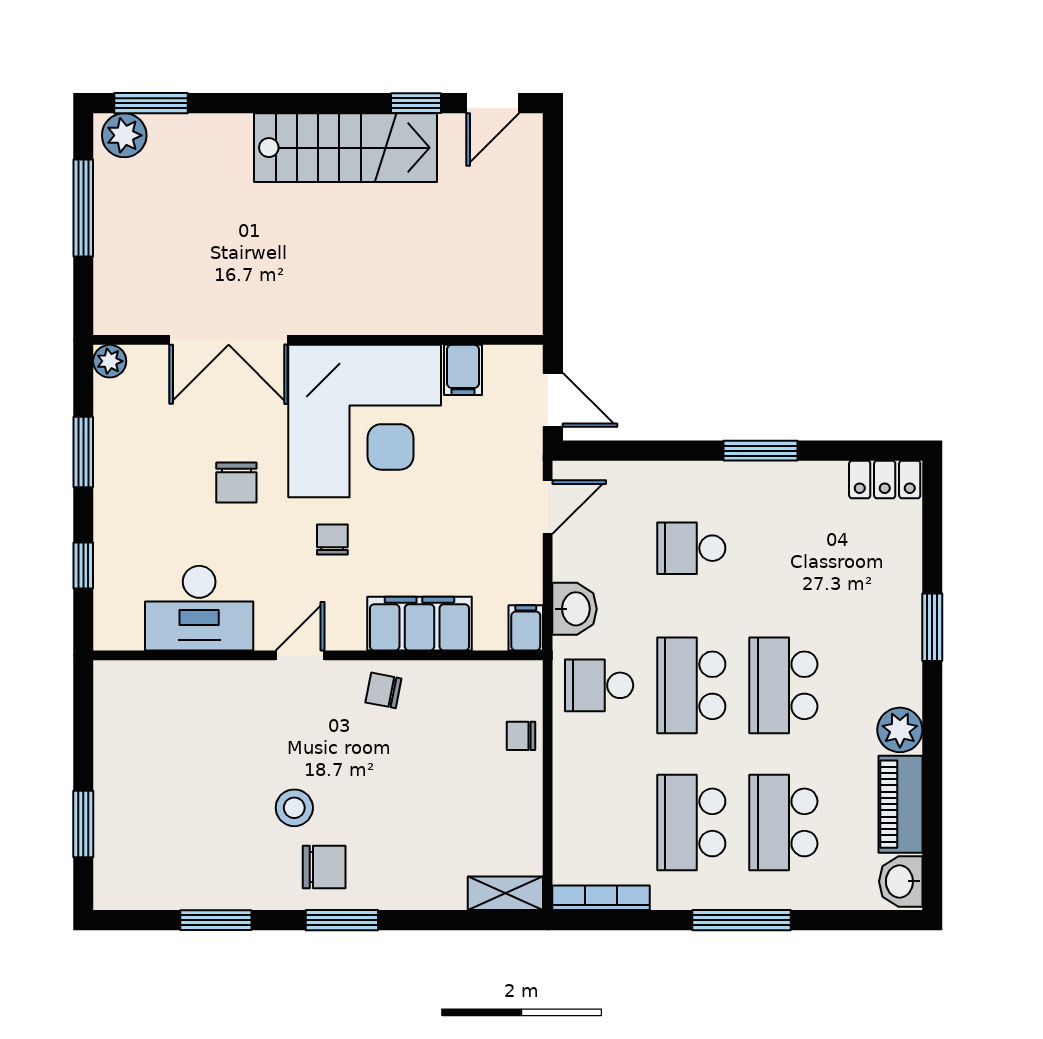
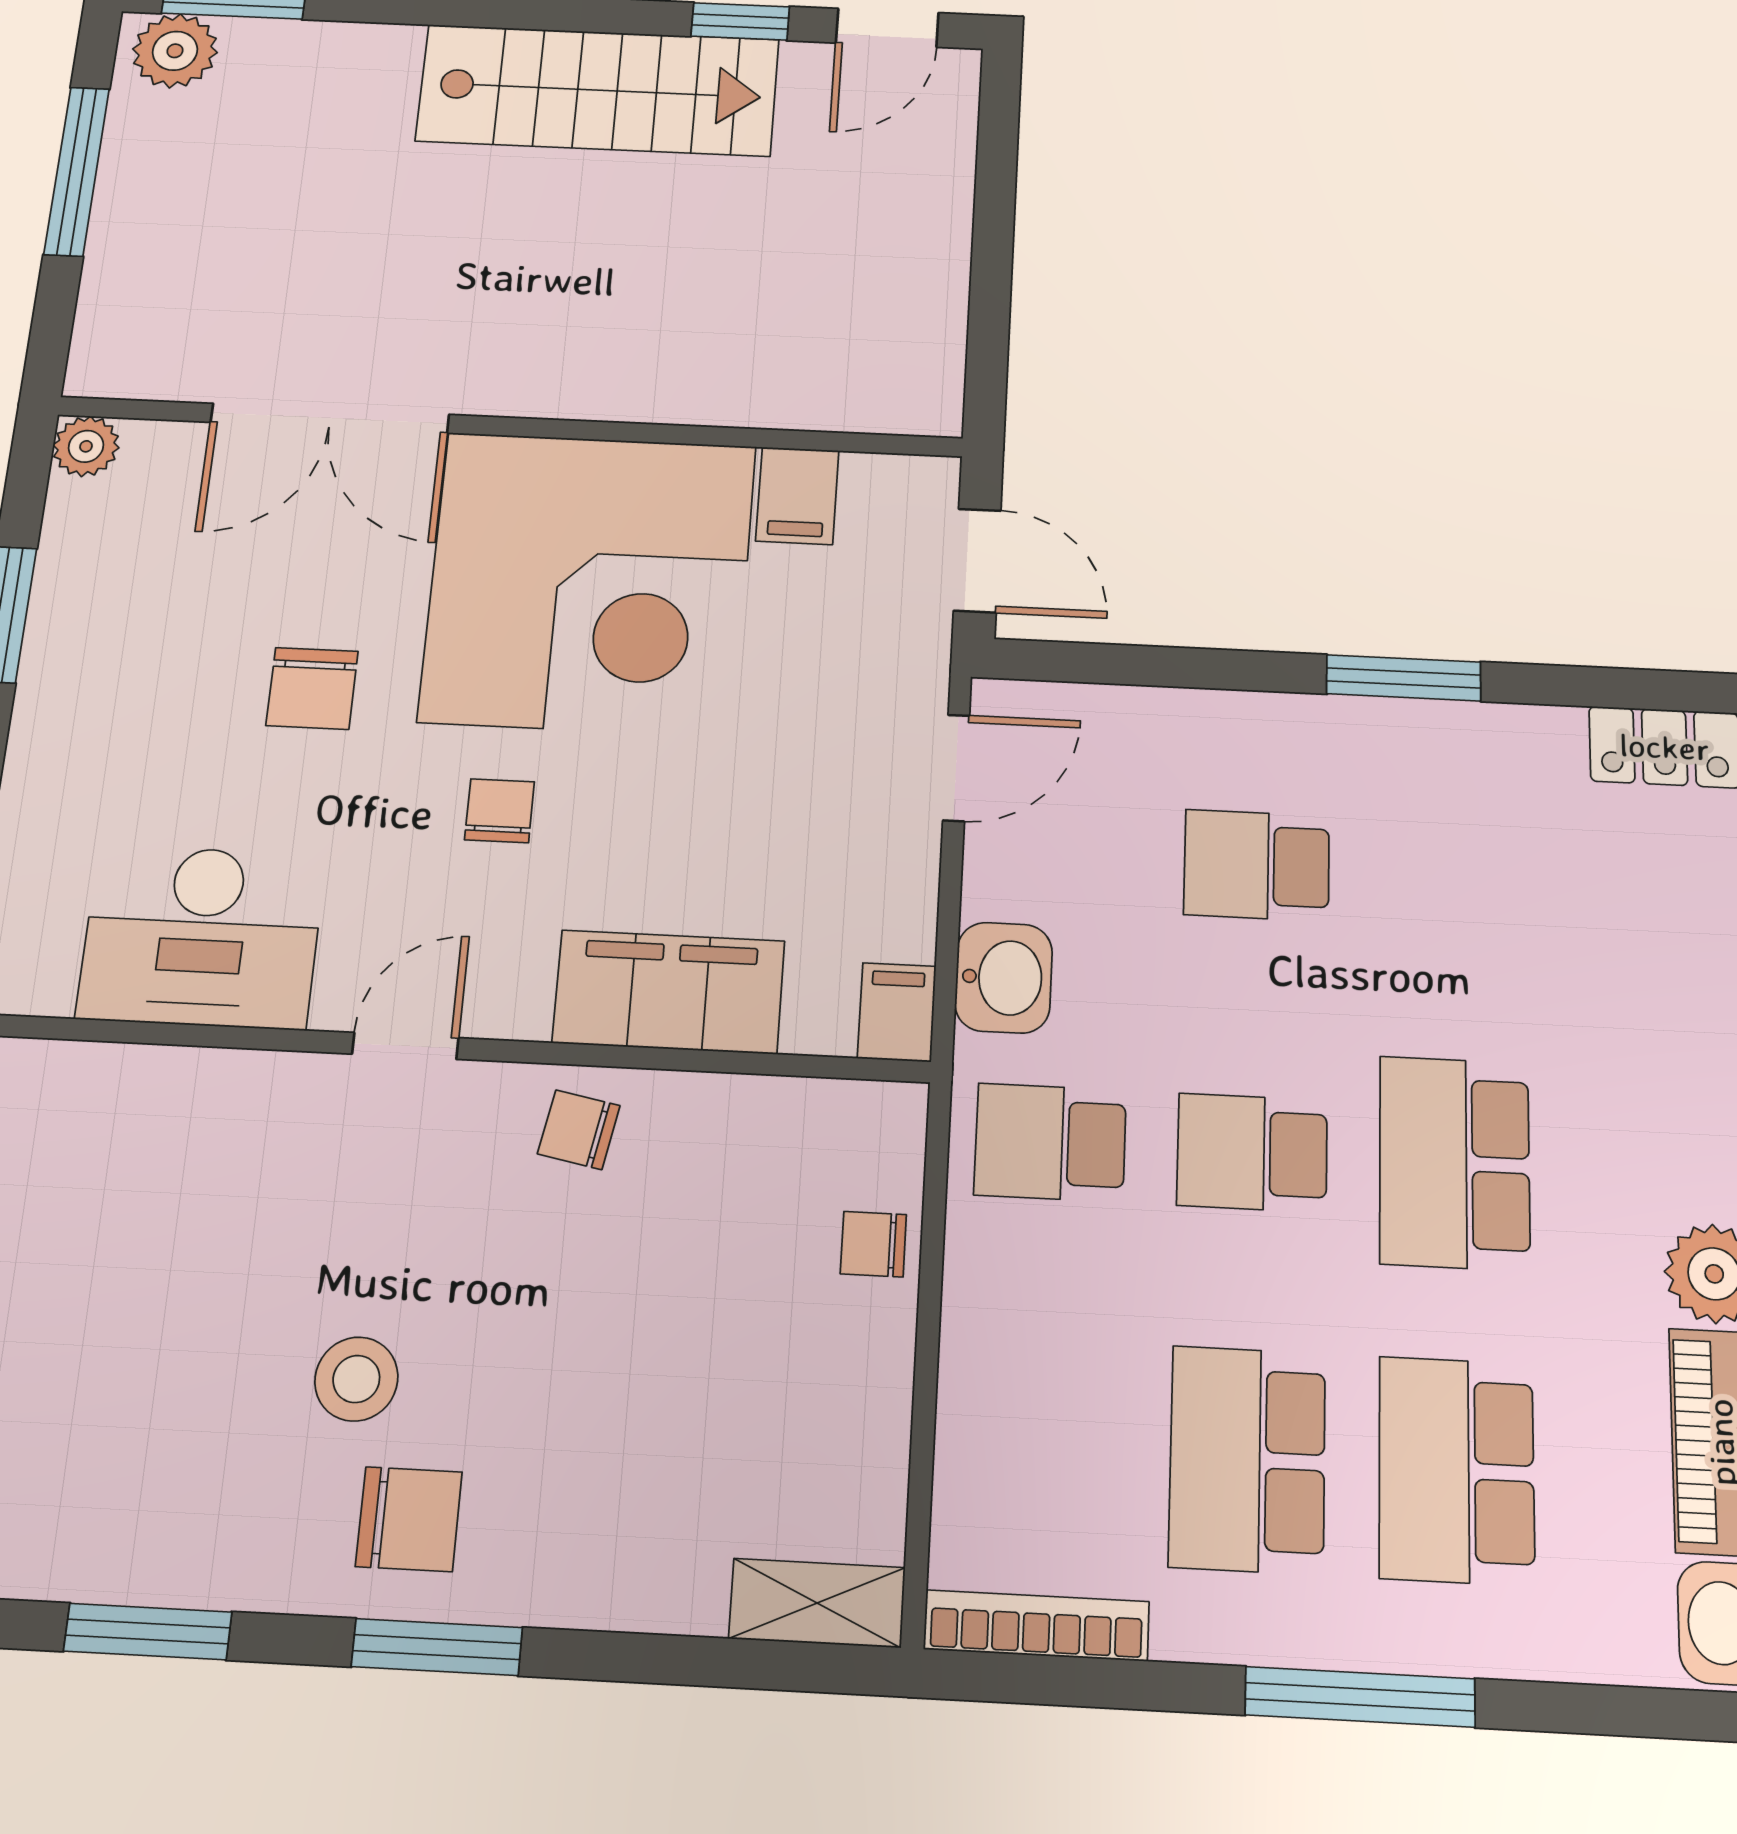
school desk: (691, 685) -> (1252, 1153), width x0.54

